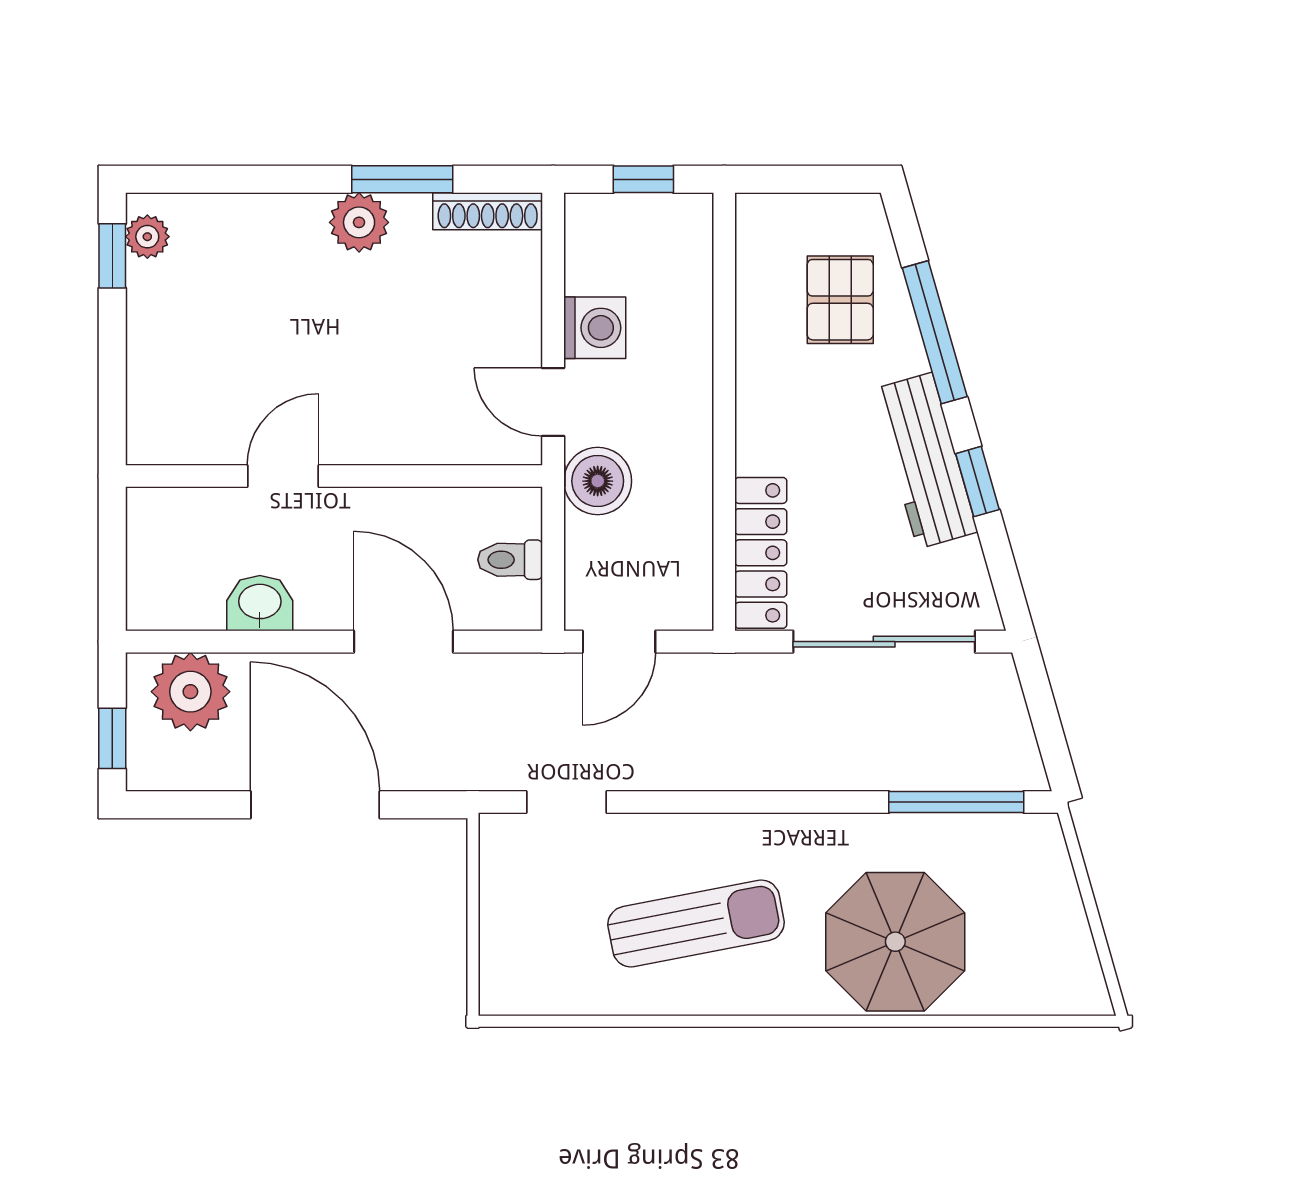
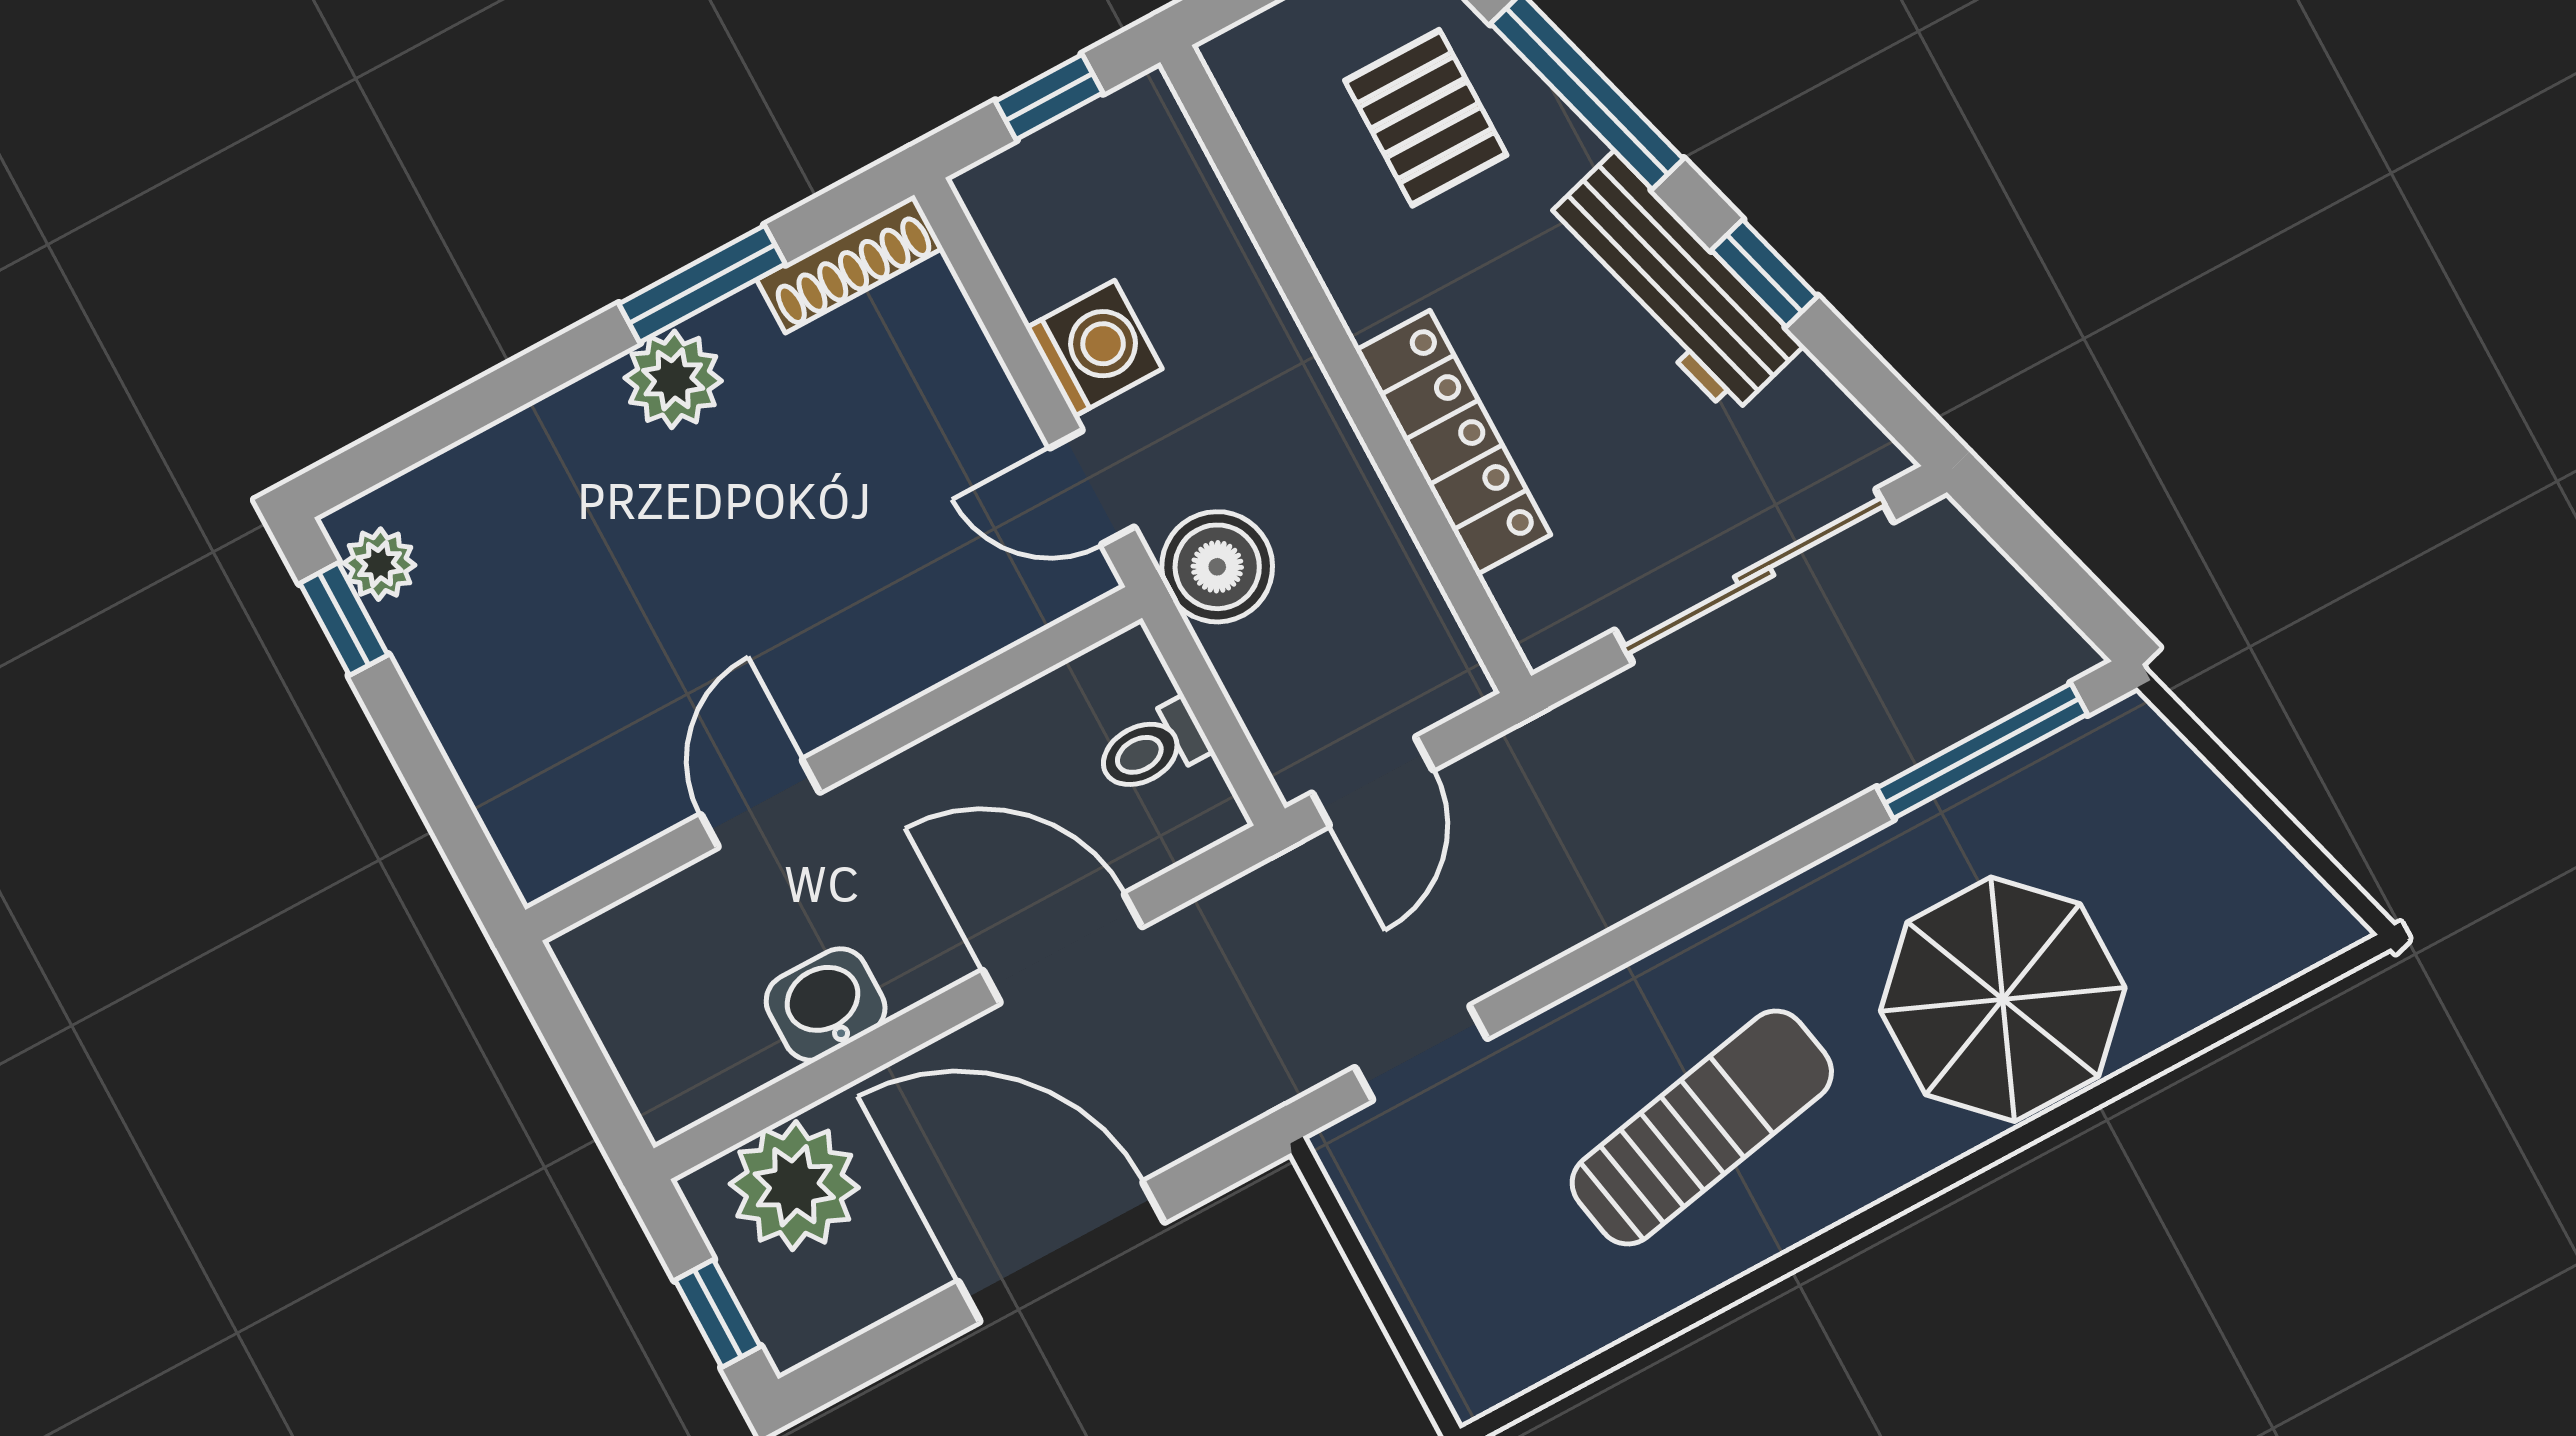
locker: (761, 553) -> (1453, 443), moved

